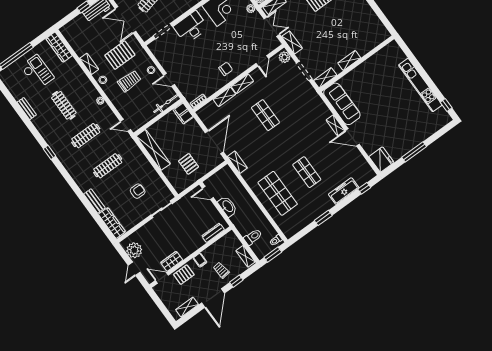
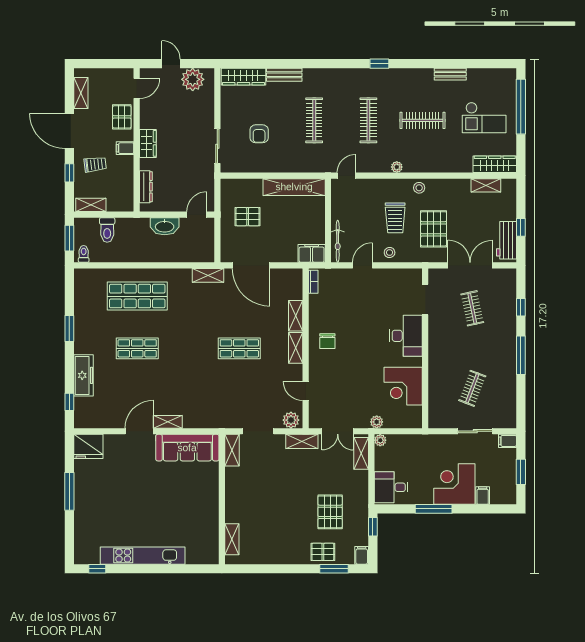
shelving: (349, 60) -> (232, 539), moved
shelving: (89, 64) -> (486, 185), moved
wardrobe: (172, 261) -> (148, 143), moved

